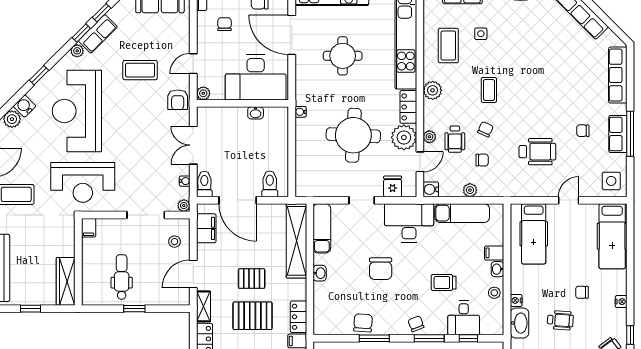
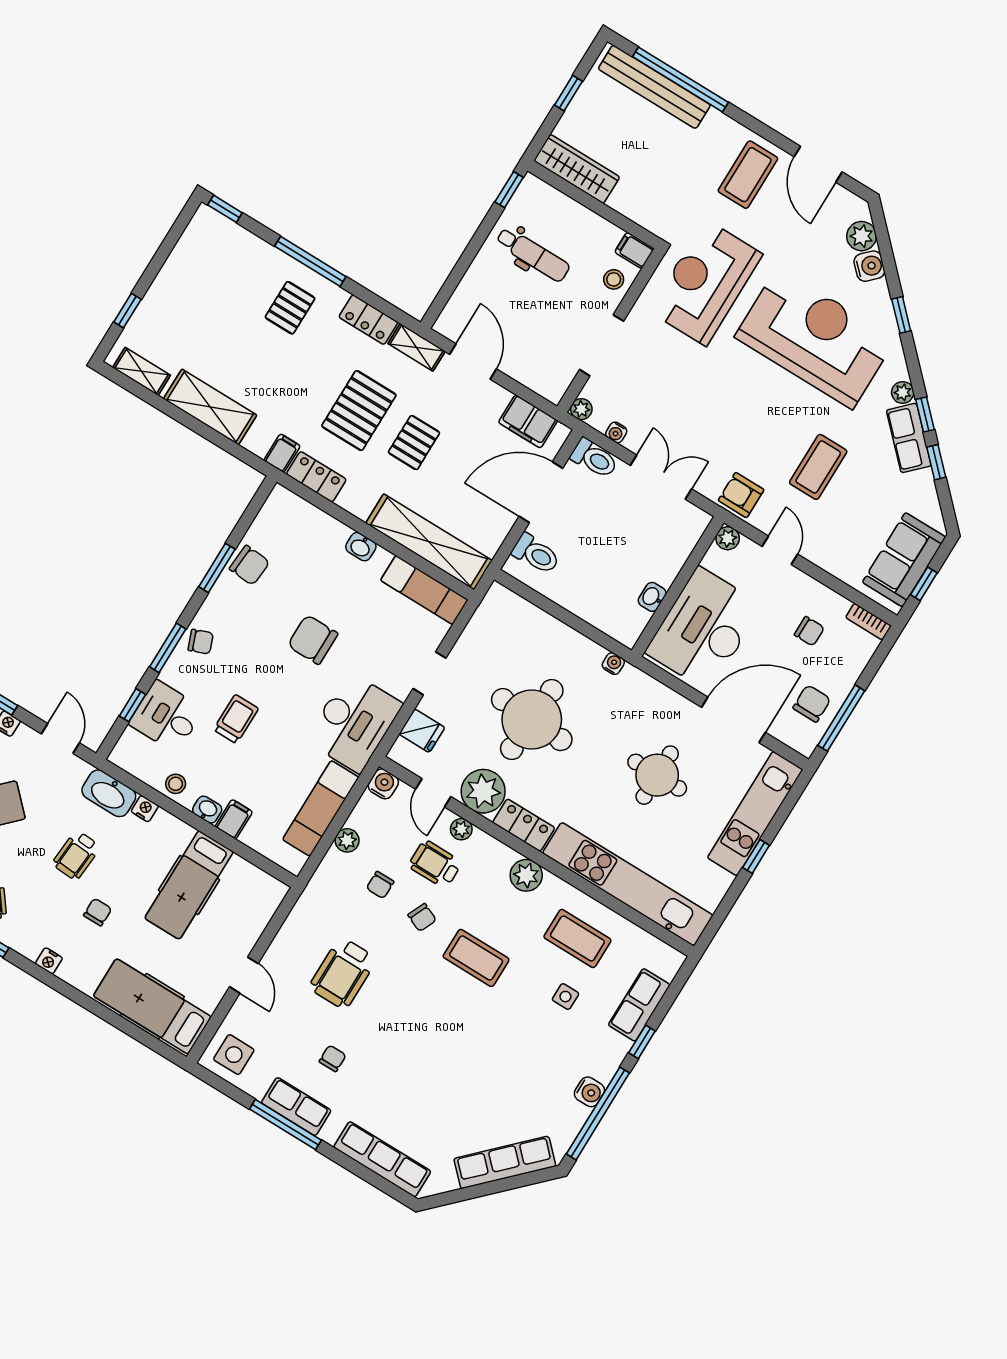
coffee table: (489, 90) -> (476, 958), width x1.36, depth x1.30
hospital bed: (534, 234) -> (189, 885), moved, turned -90
stool: (175, 242) -> (614, 279), moved
window: (134, 309) -> (509, 190), moved

